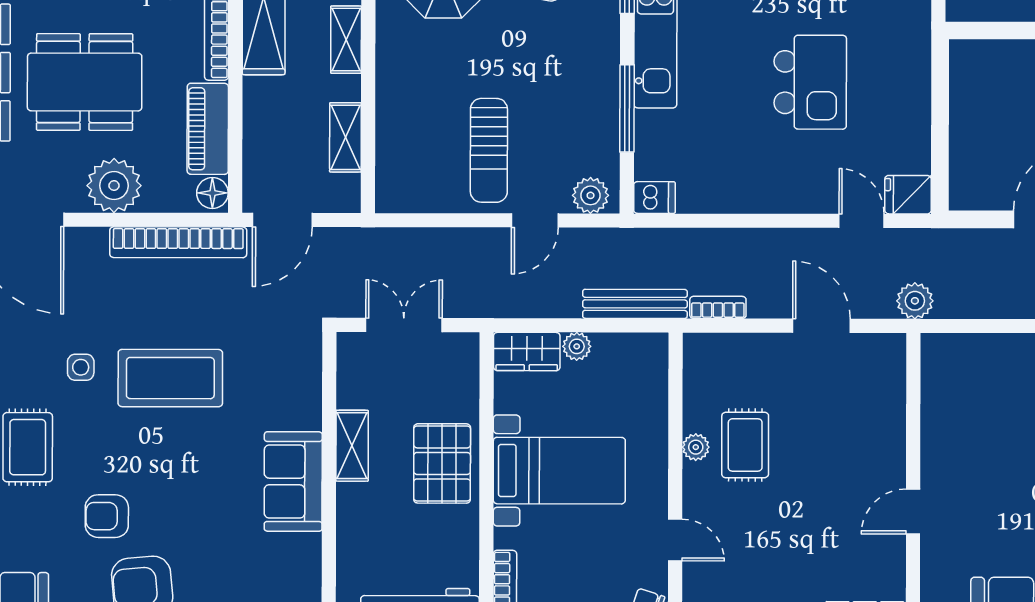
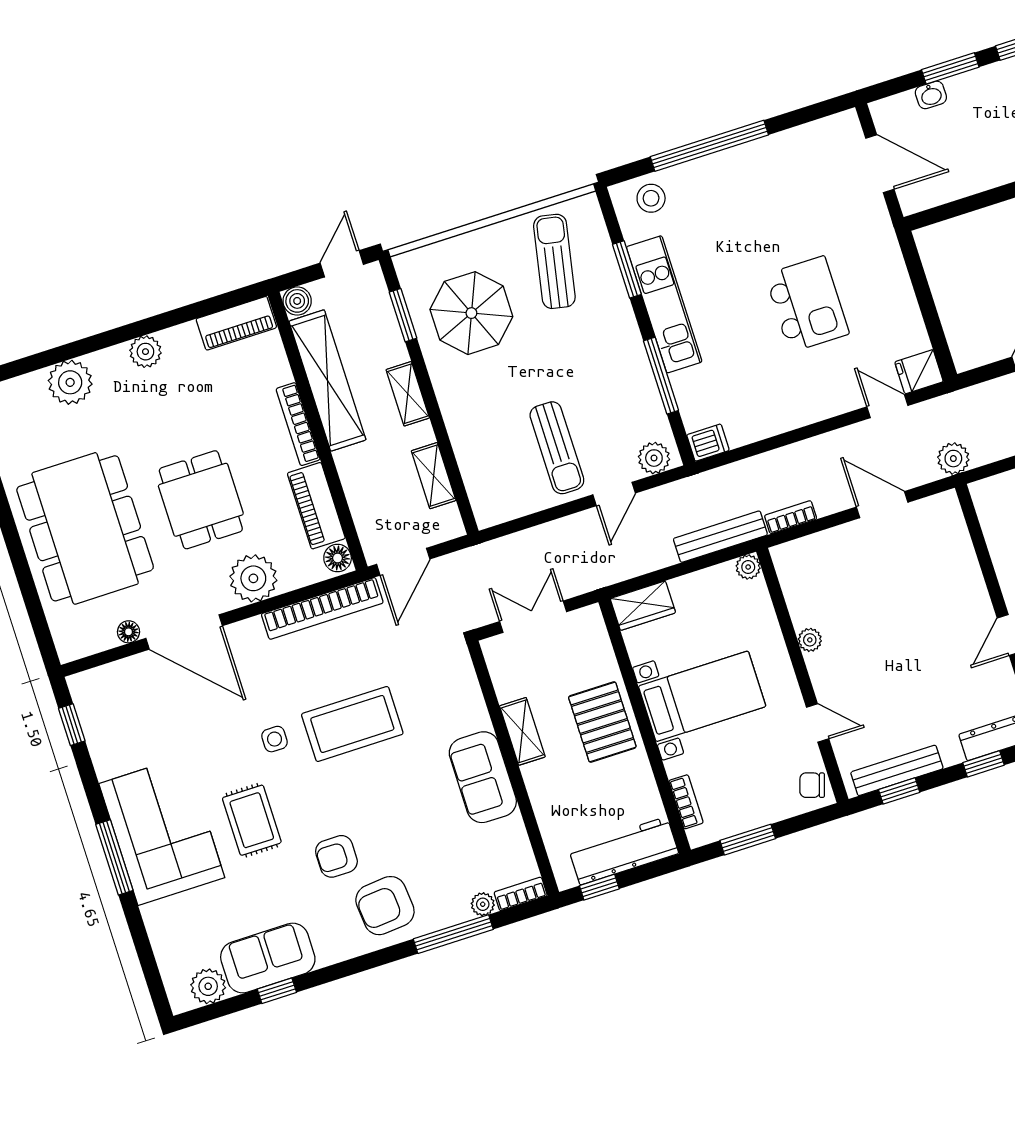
dining table: (85, 82) -> (201, 500), width x0.73
plant: (577, 346) -> (748, 567), moved
rug: (745, 445) -> (851, 625), removed

